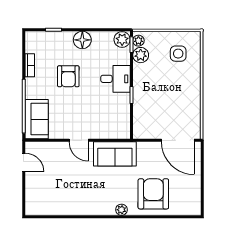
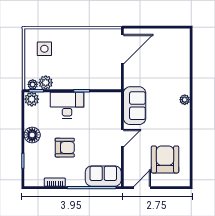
desk: (115, 79) -> (67, 105), width x1.37
armchair: (153, 194) -> (165, 159), moved, turned 90

